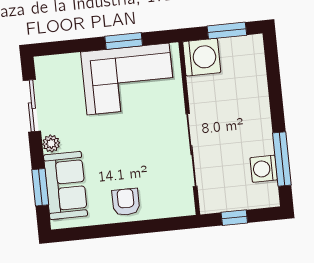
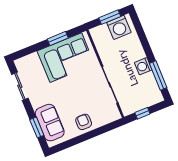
washing machine: (202, 57) -> (119, 27), moved, turned 90
plant: (51, 143) -> (36, 103), removed
washing machine: (264, 169) -> (143, 66), moved

